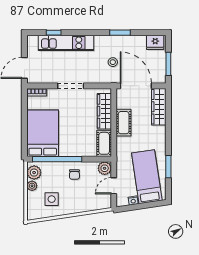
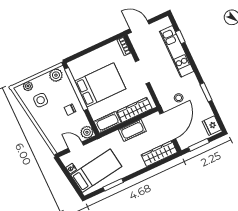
bed: (43, 133) -> (100, 85), moved
plant: (32, 186) -> (28, 86), moved

